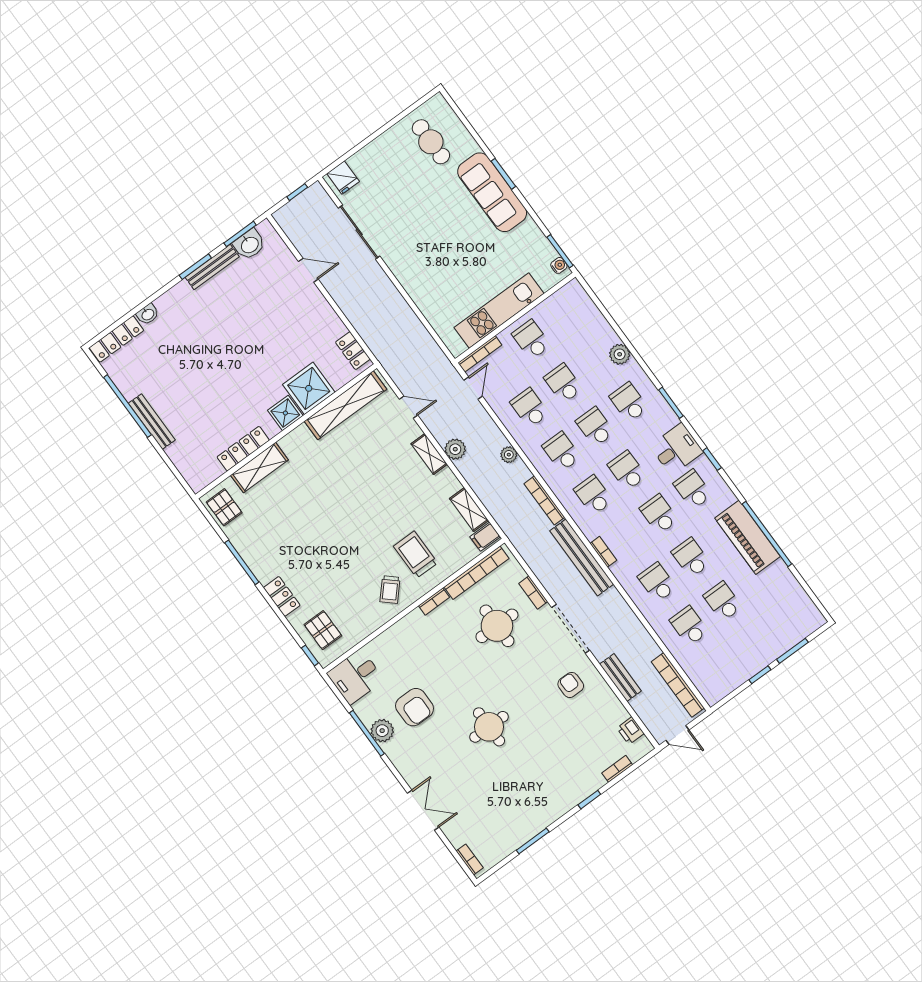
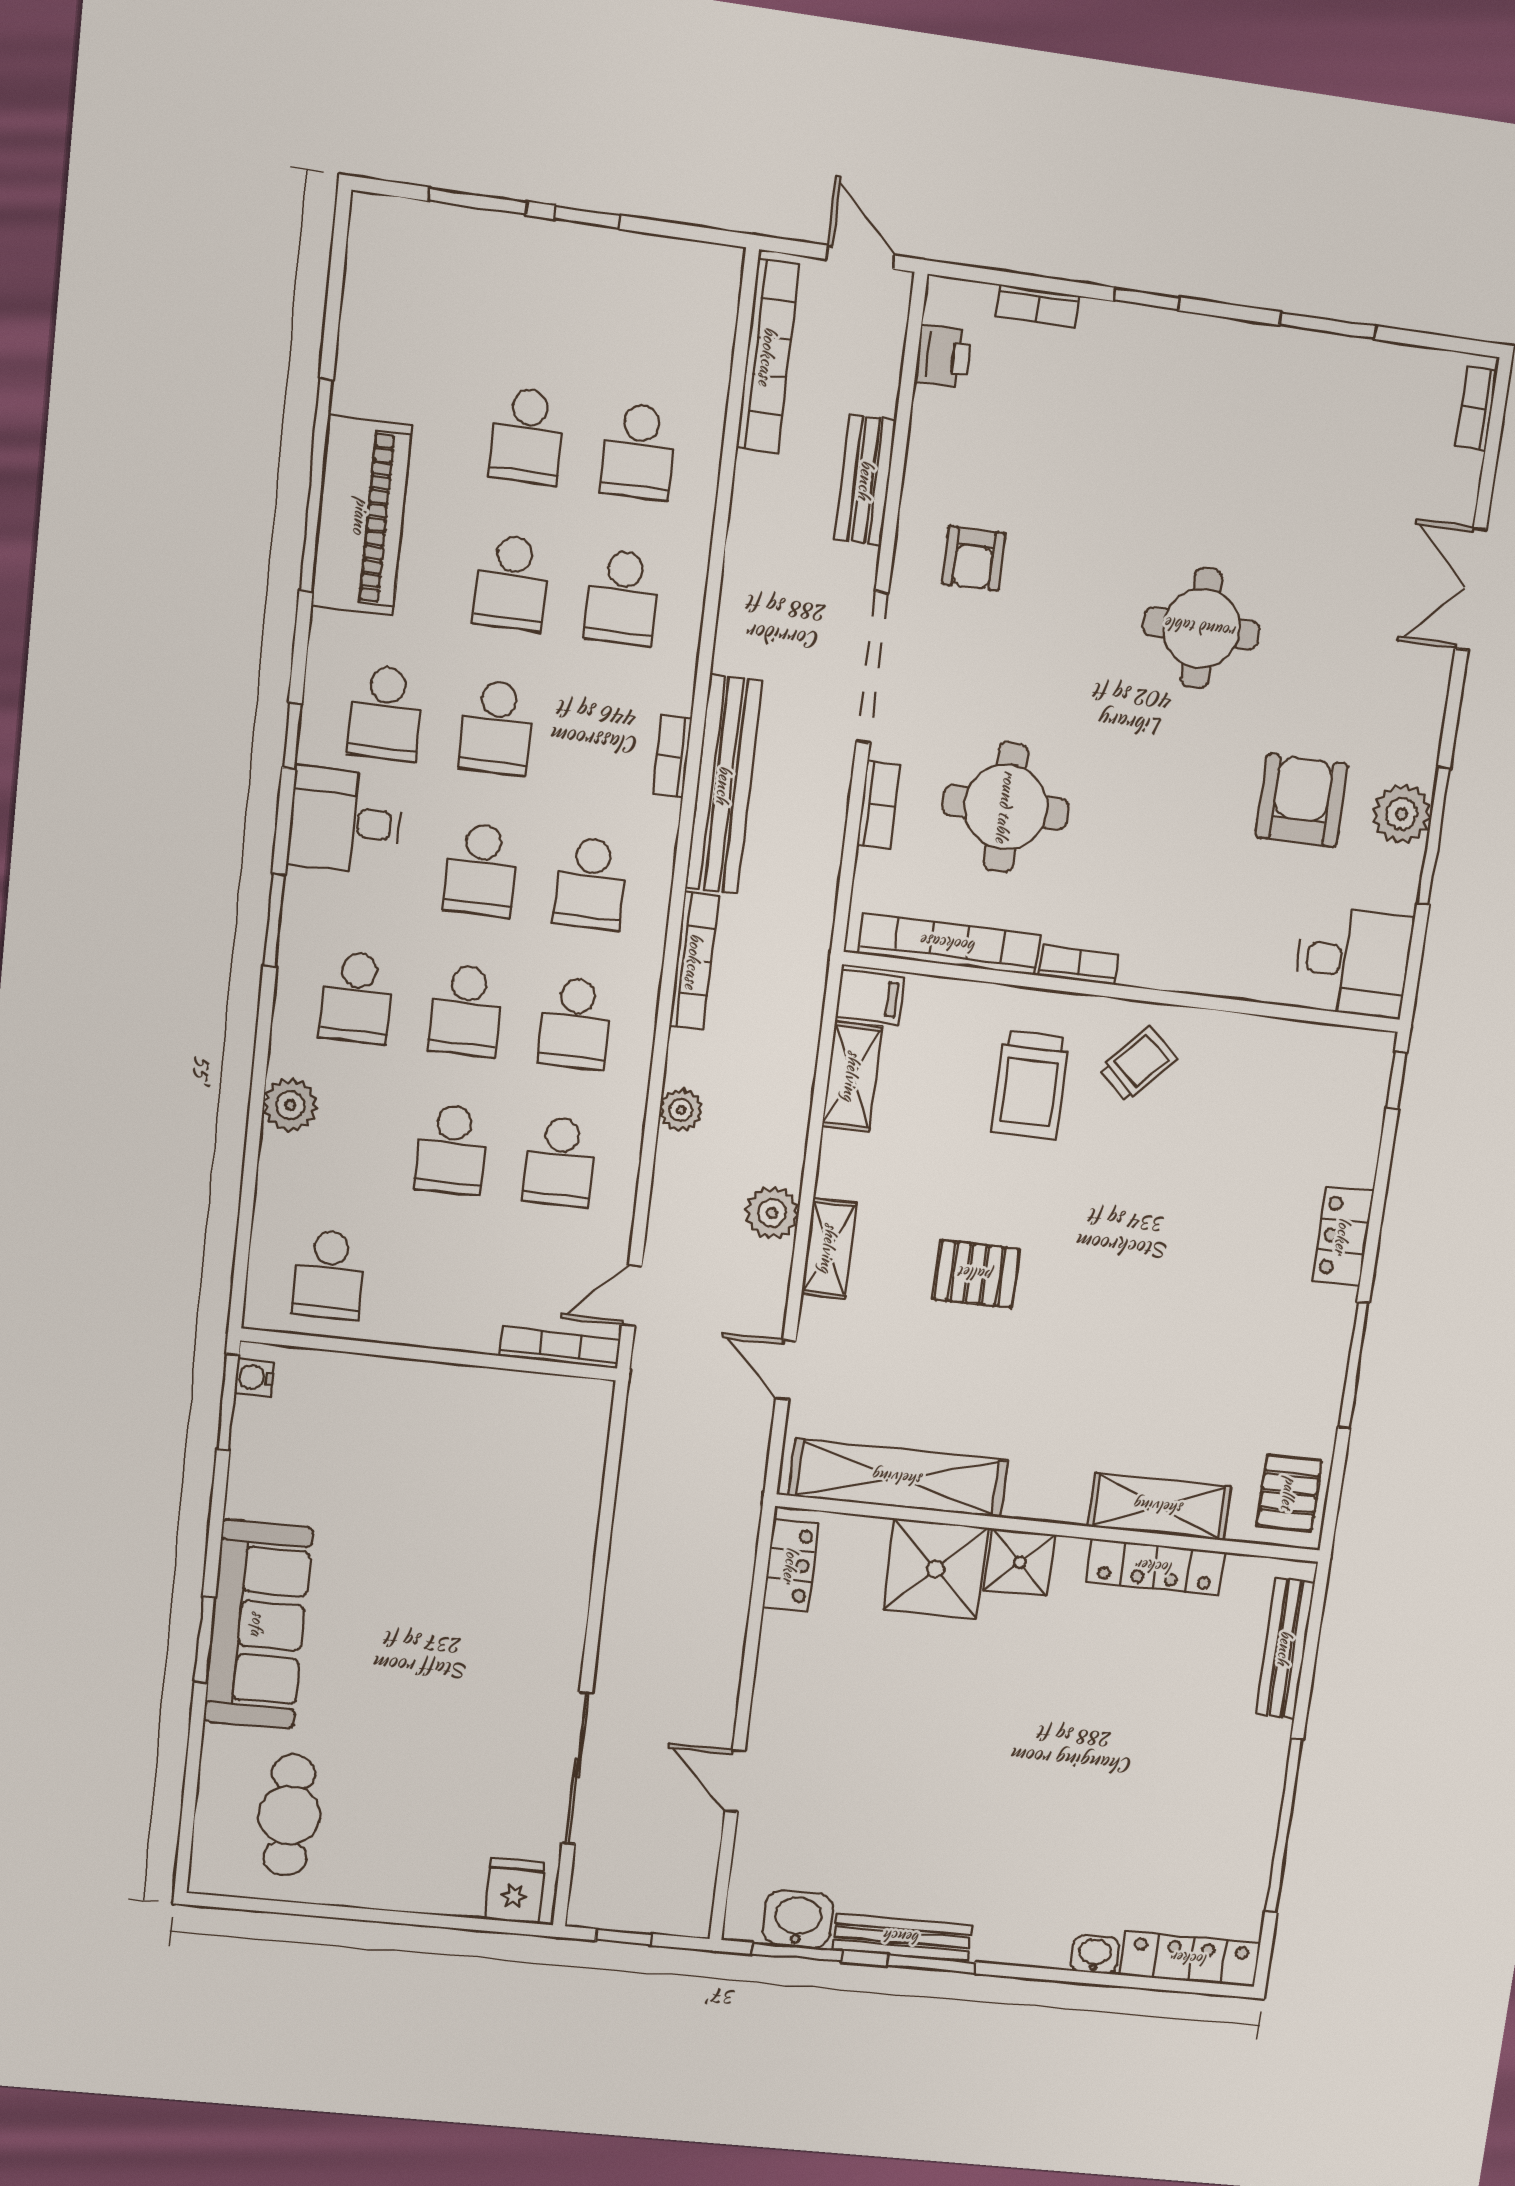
kitchen unit: (499, 310) -> (448, 1395), removed
school desk: (531, 340) -> (329, 1275), moved
bench: (152, 422) -> (1285, 1648), moved
pallet: (323, 630) -> (976, 1274), moved, turned 90

